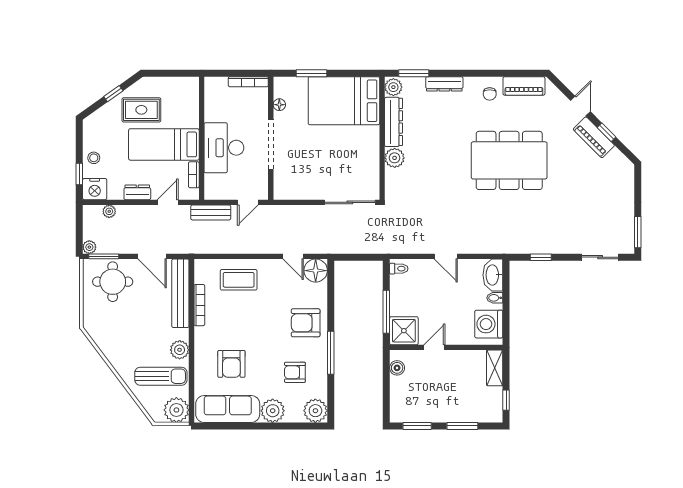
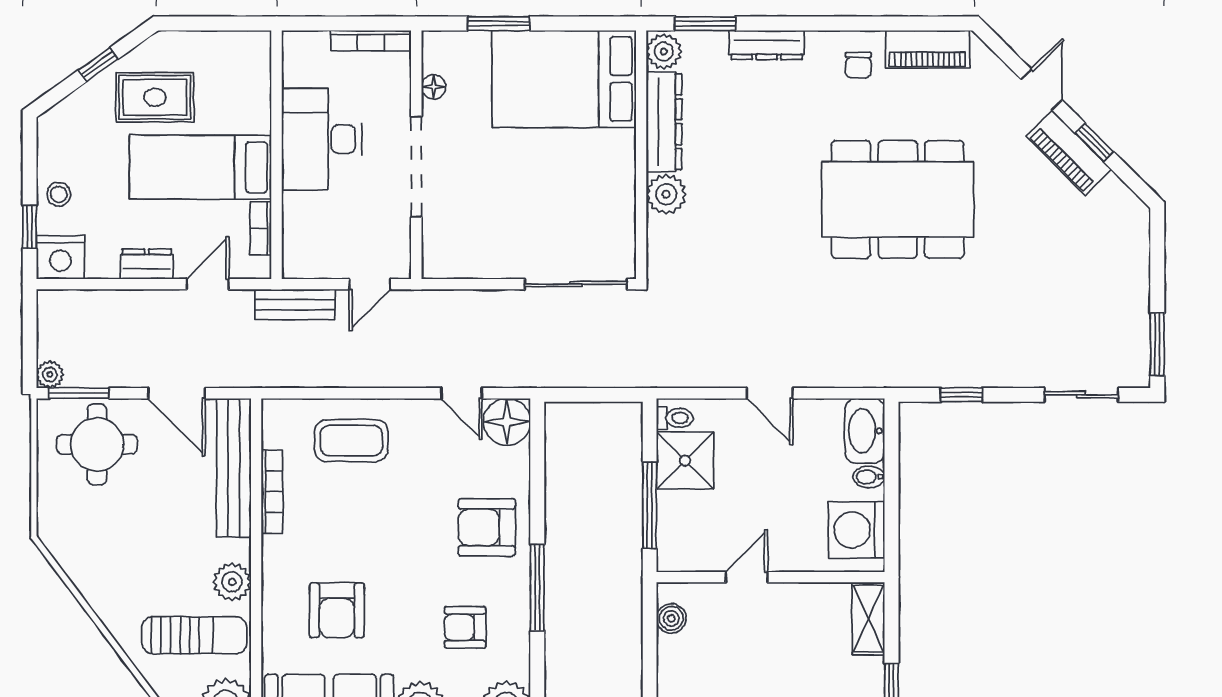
desk: (224, 148) -> (322, 139), moved
plant: (109, 211) -> (90, 302), removed
shower: (404, 331) -> (685, 461), moved

